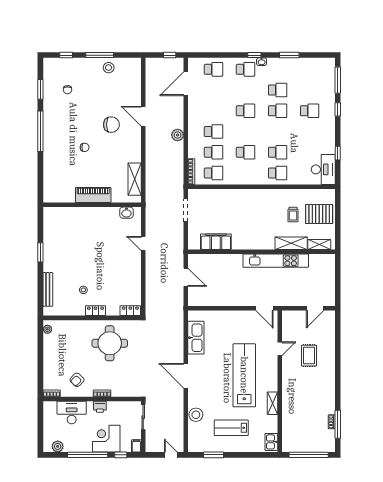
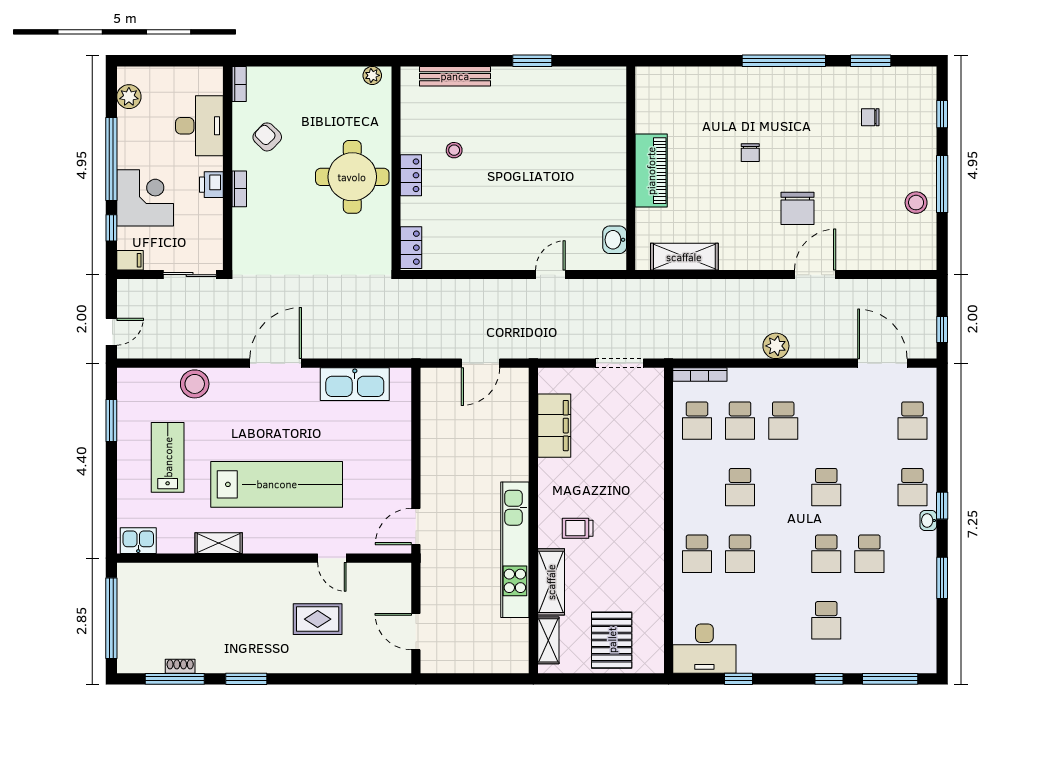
trolley: (293, 214) -> (578, 528), moved
round table: (110, 343) -> (352, 177), moved
window: (338, 390) -> (246, 679), added

